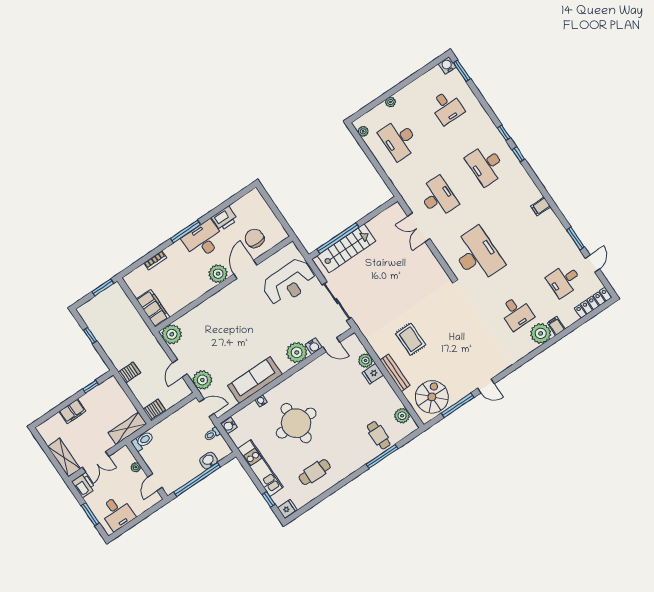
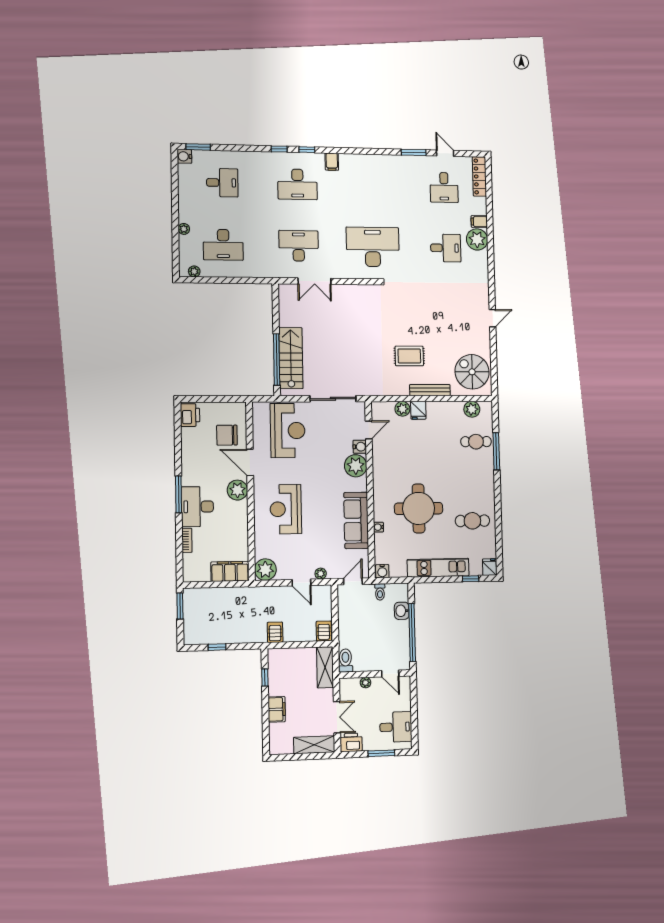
filing cabinet: (541, 206) -> (332, 162), moved
printer: (225, 219) -> (190, 415), moved
desk: (203, 240) -> (197, 507), moved
reception desk: (228, 320) -> (286, 509), added
plant: (202, 380) -> (321, 574), width x0.53, depth x0.53
window: (458, 405) -> (494, 354), removed
cafe table: (315, 472) -> (472, 521), turned 90

